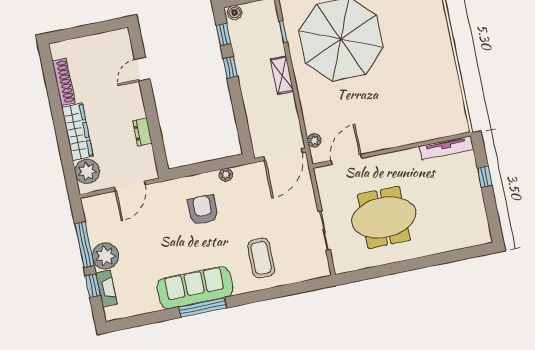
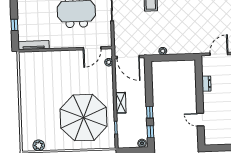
door: (142, 69) -> (200, 120), swing flipped
door: (283, 155) -> (128, 57), swing flipped
armchair: (203, 210) -> (179, 33), removed

